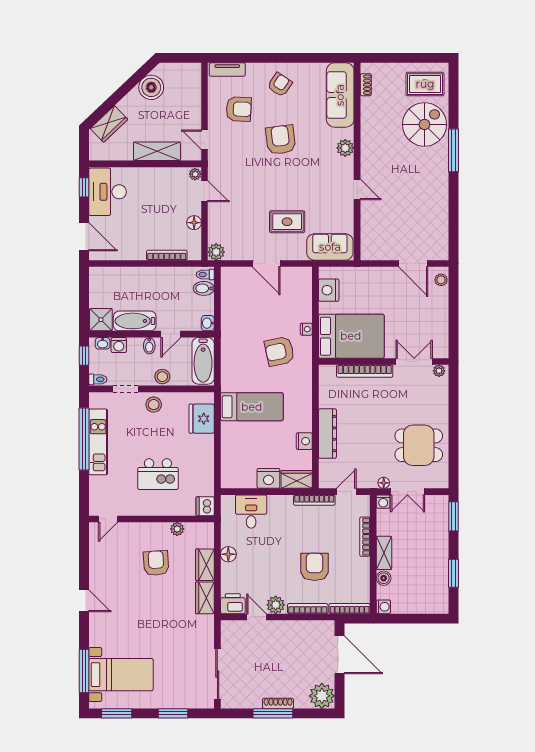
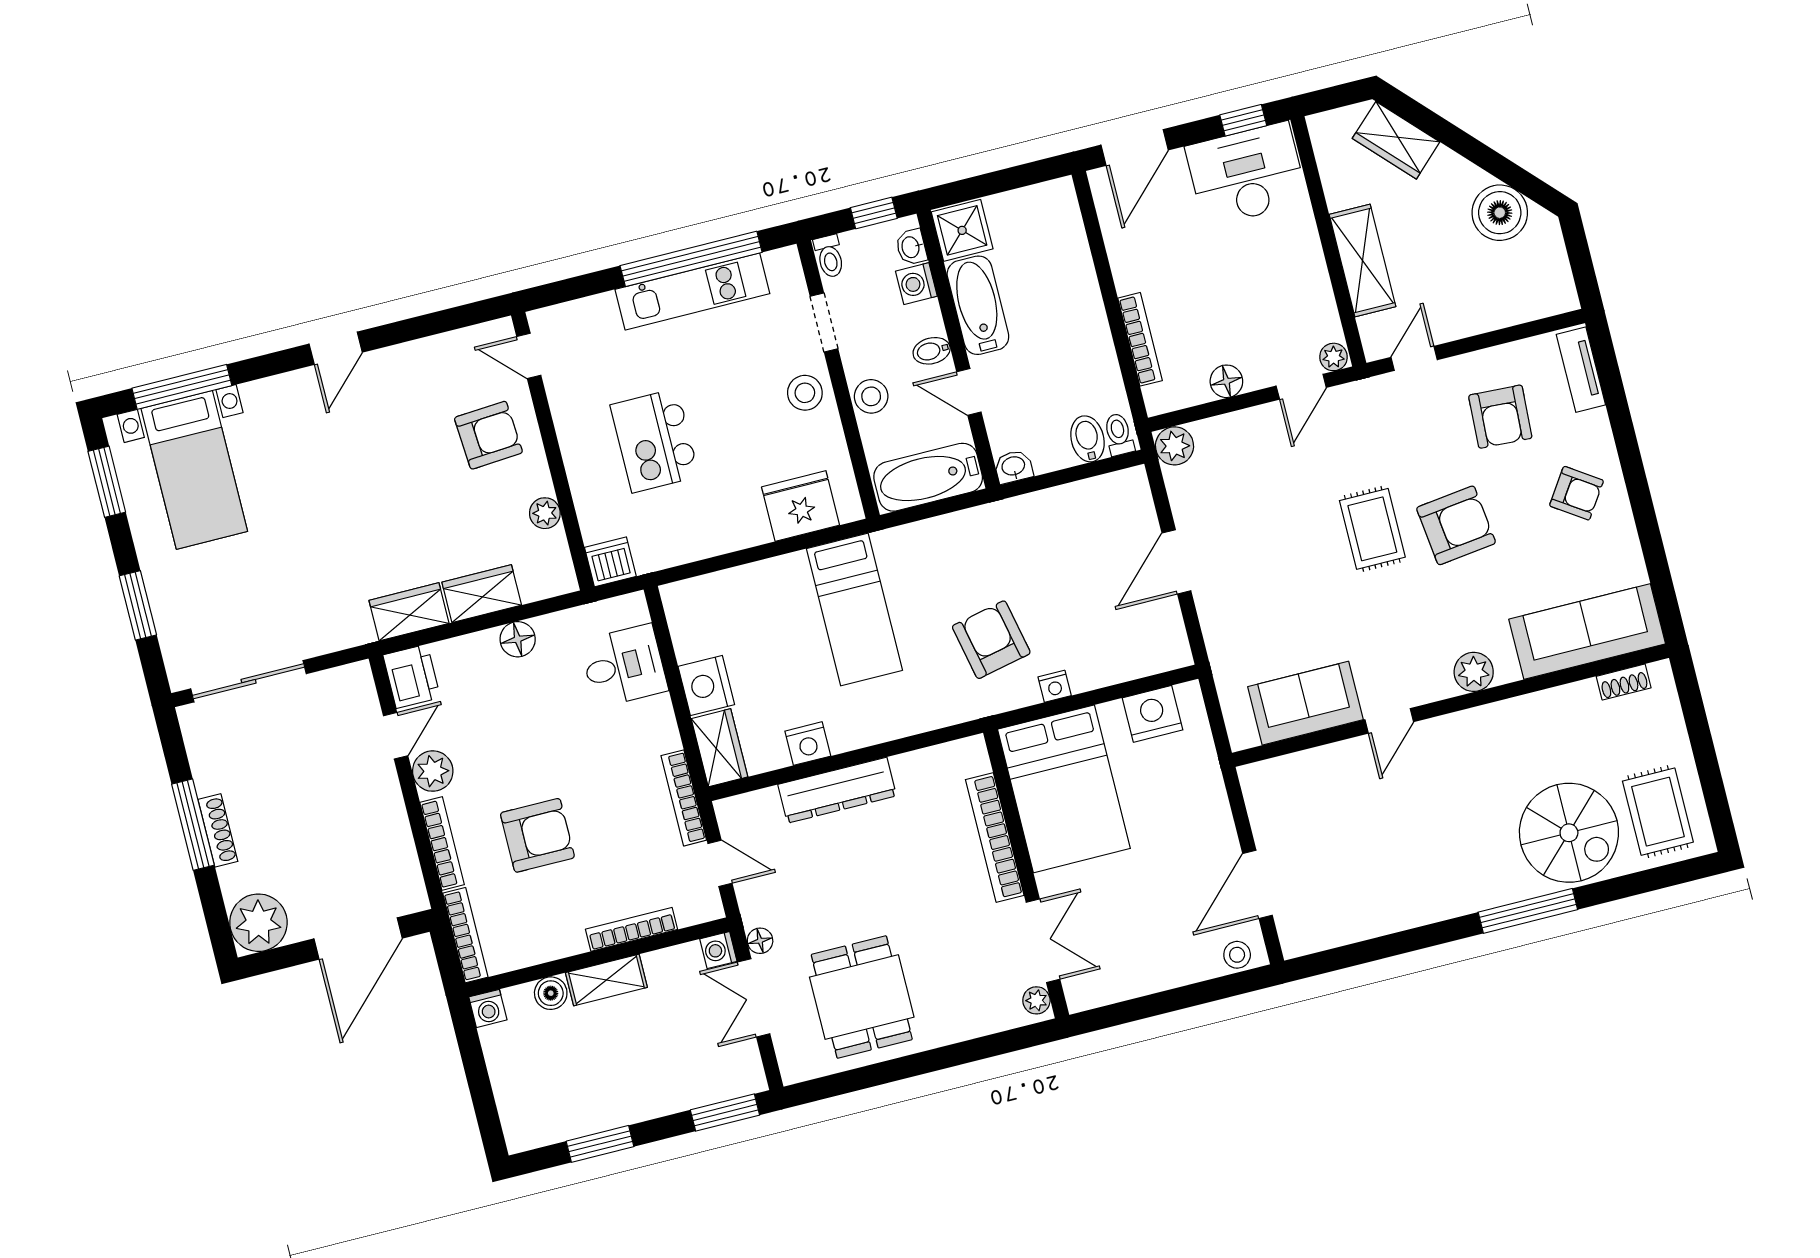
rug: (287, 222) -> (1372, 529), moved
sofa: (330, 247) -> (1305, 703), moved, turned -90
armchair: (156, 563) -> (488, 435), moved

